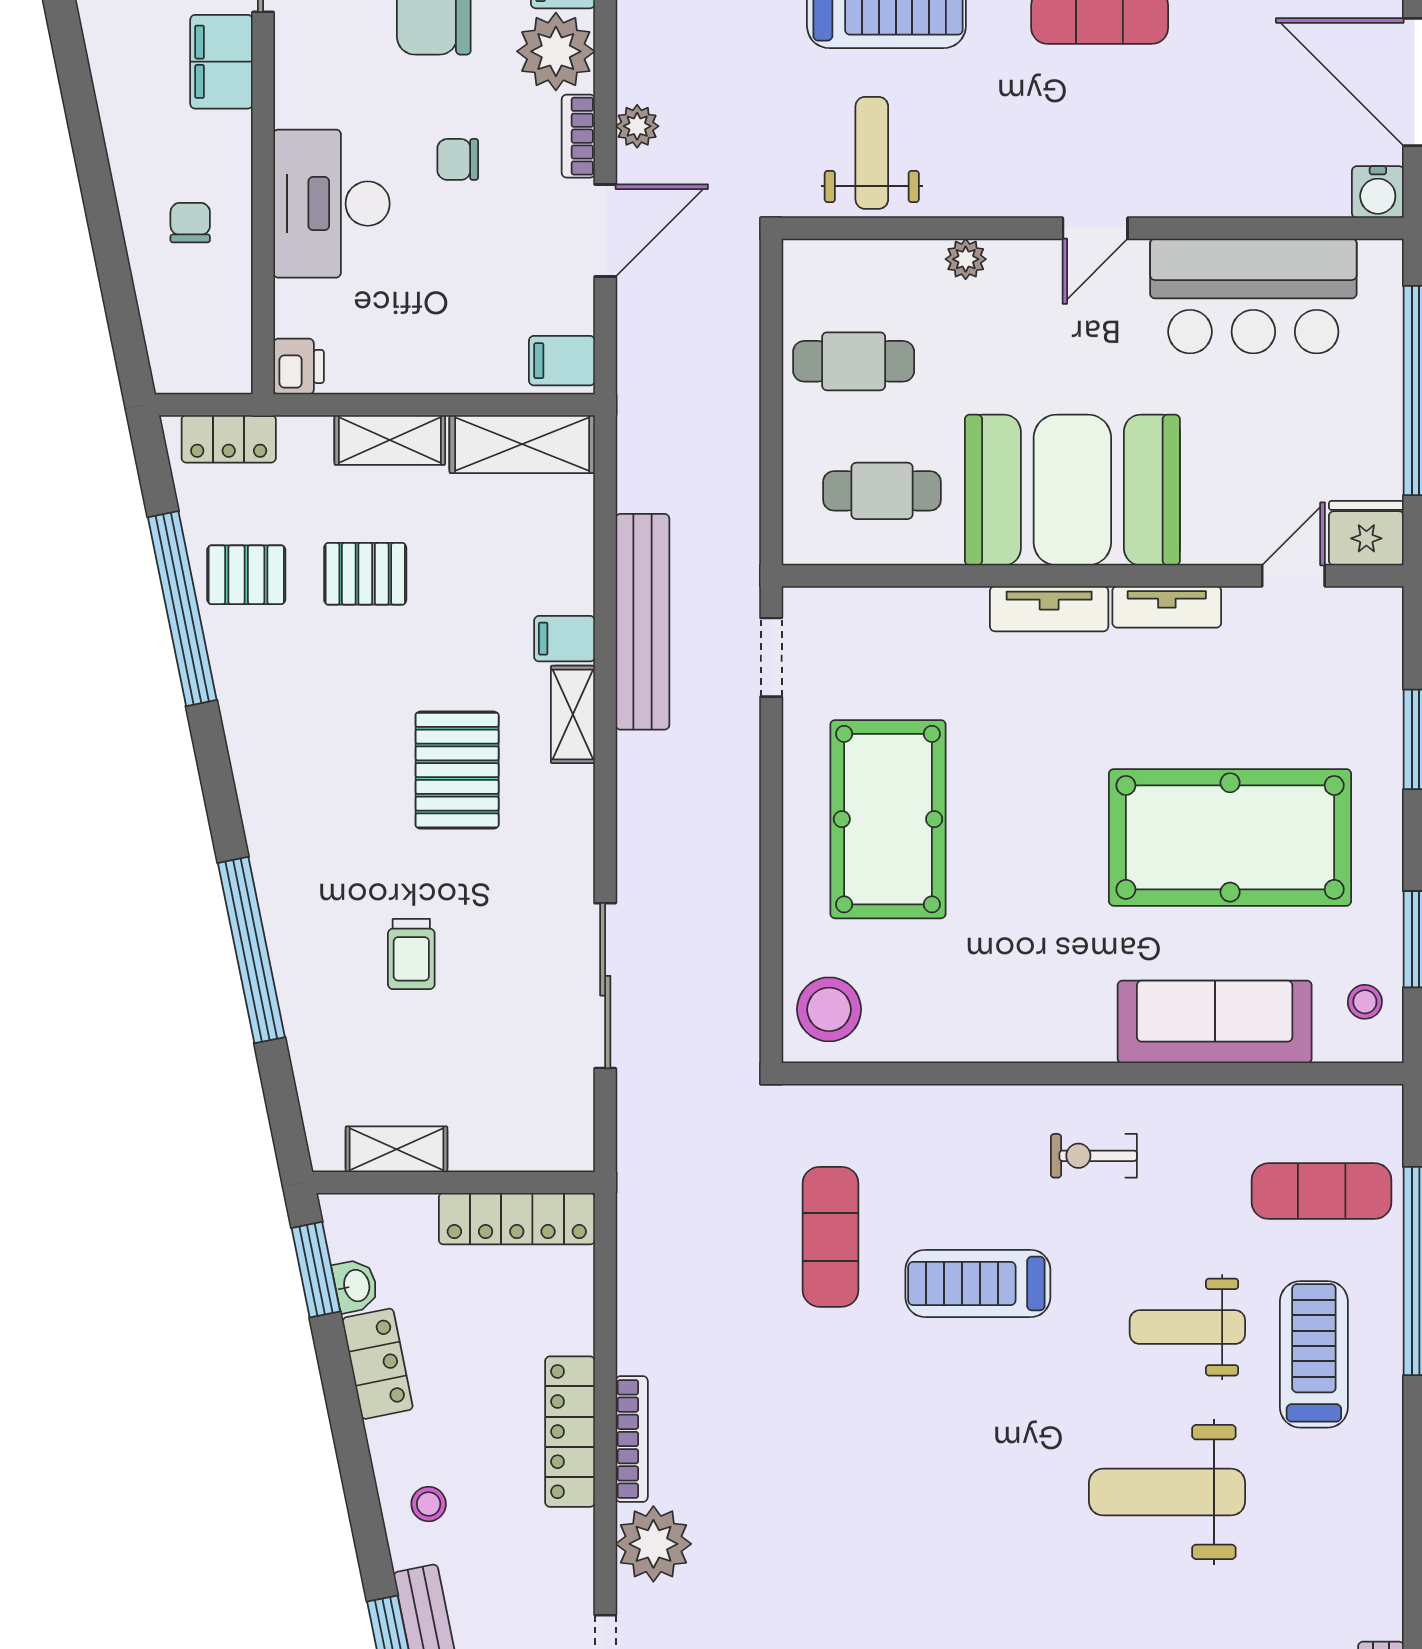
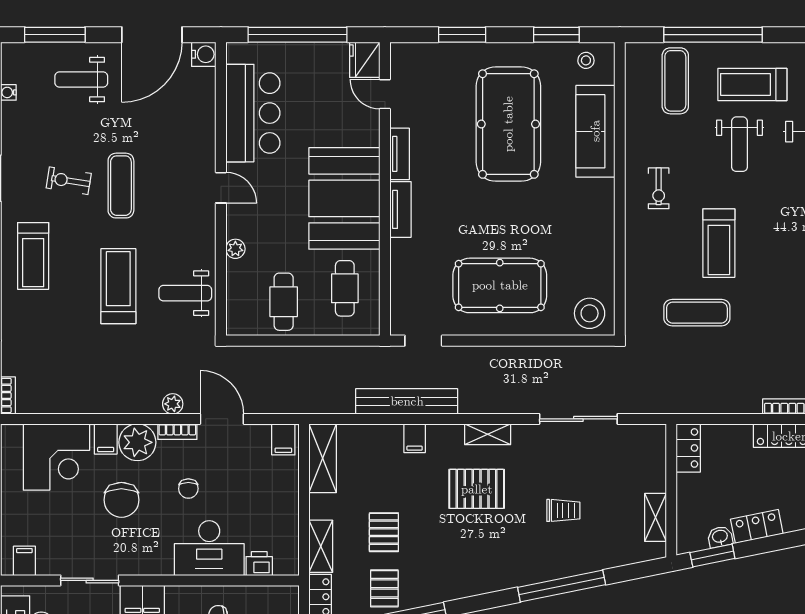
printer: (299, 366) -> (259, 564), moved
shelving: (390, 440) -> (321, 546), moved
shelving: (573, 714) -> (488, 434), moved
locker: (517, 1219) -> (688, 448), width x0.66

